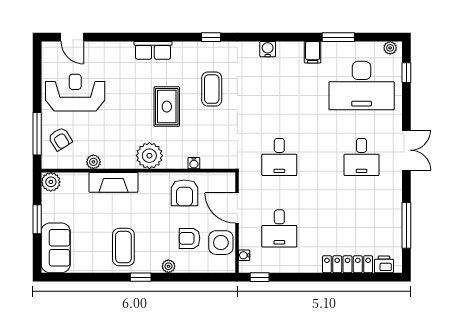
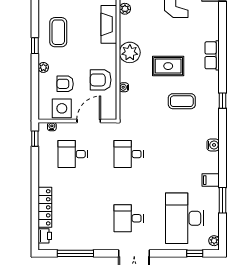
armchair: (189, 238) -> (65, 84), turned -90
coffee table: (123, 247) -> (58, 32), turned 90

